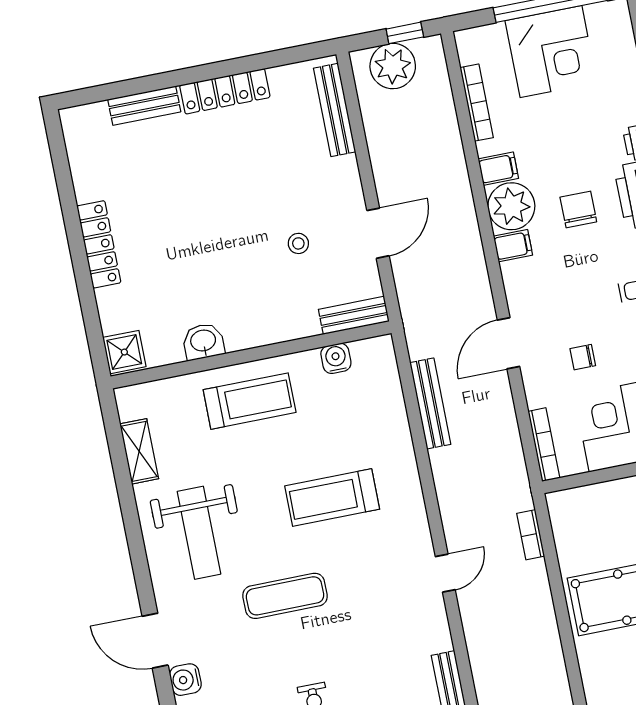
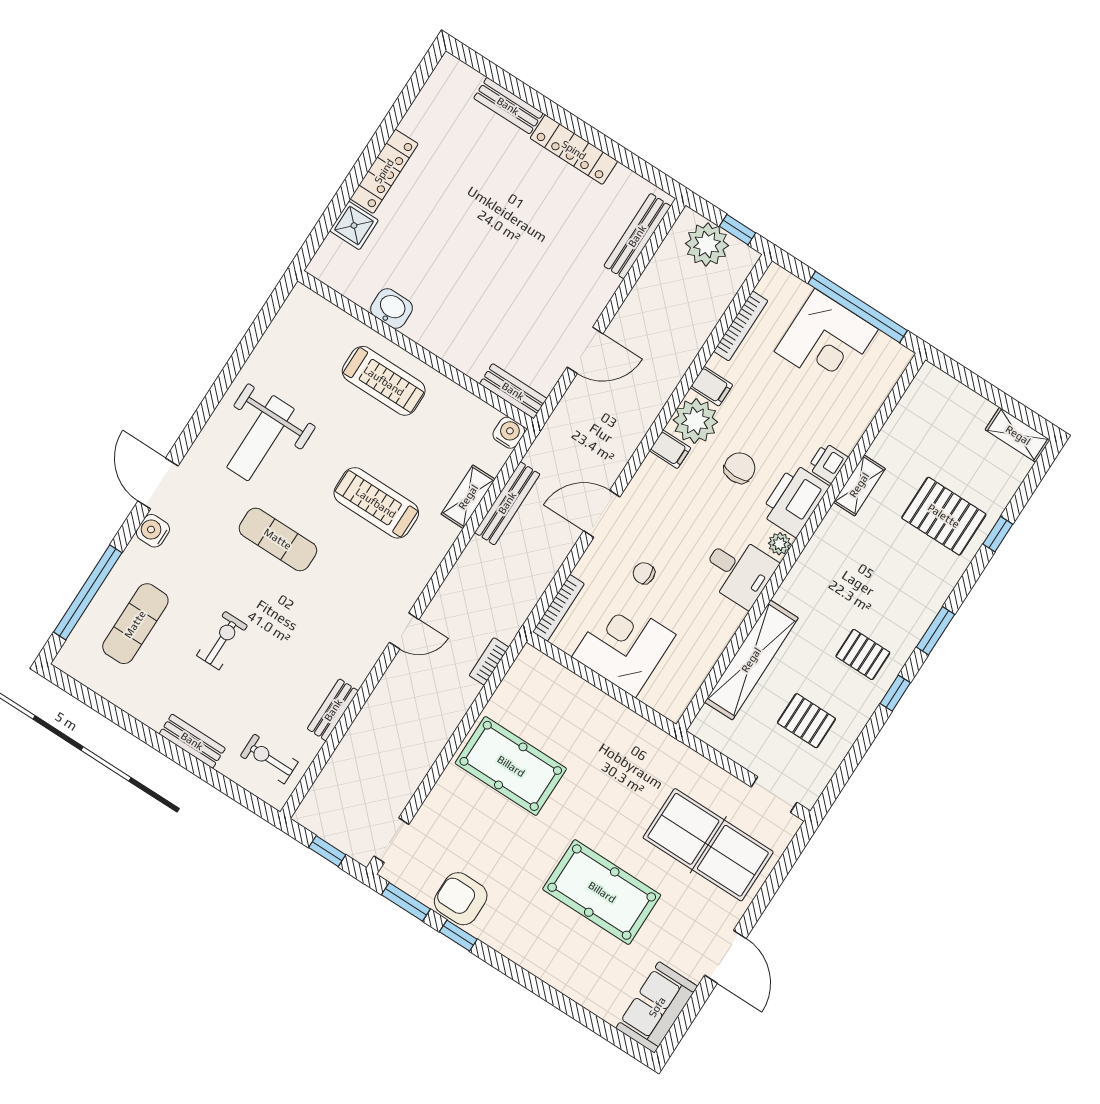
stool: (298, 243) -> (523, 304), removed
shower: (124, 352) -> (354, 226), moved
water cooler: (336, 358) -> (509, 433), moved
shelving: (139, 451) -> (468, 497), moved

